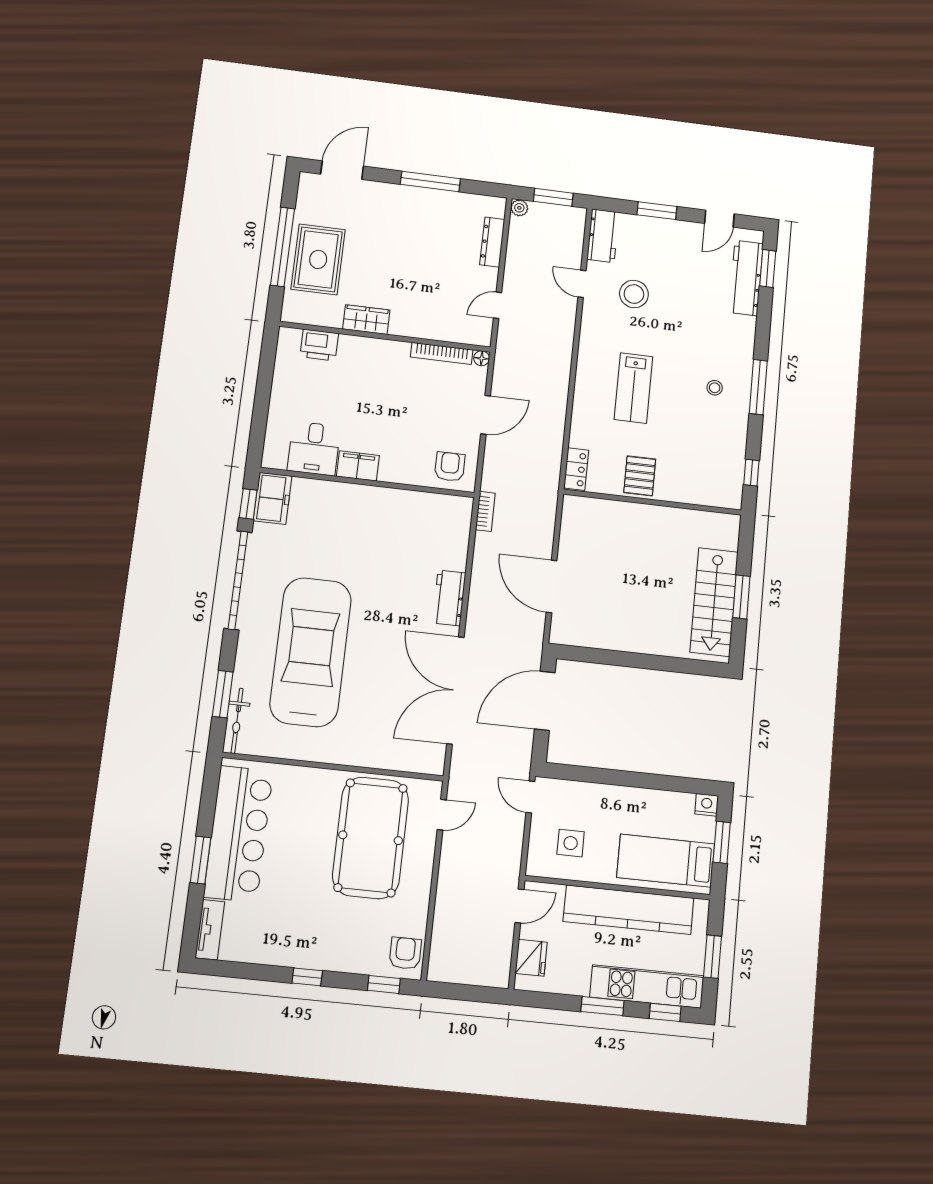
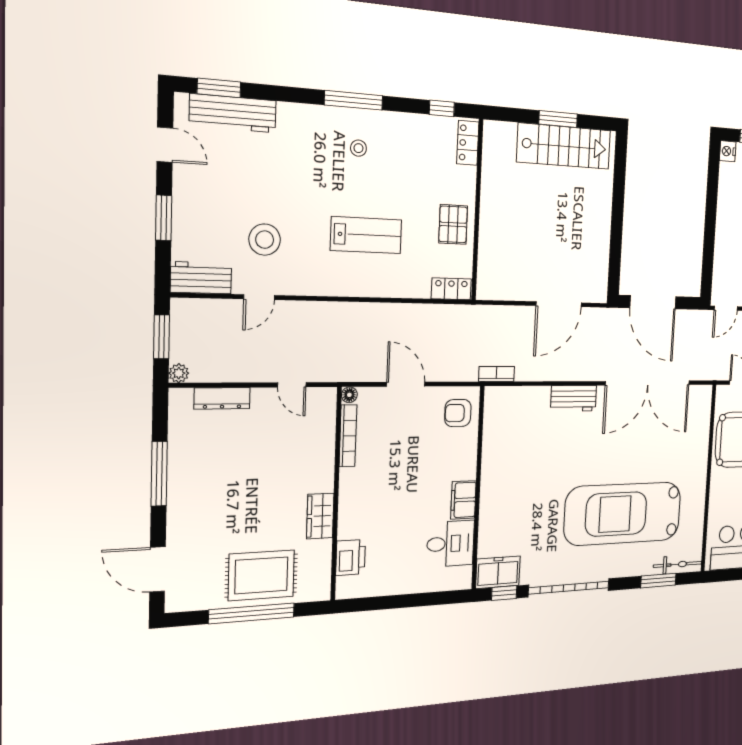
pallet: (640, 476) -> (453, 224), turned 90
locker: (718, 497) -> (468, 143), added

